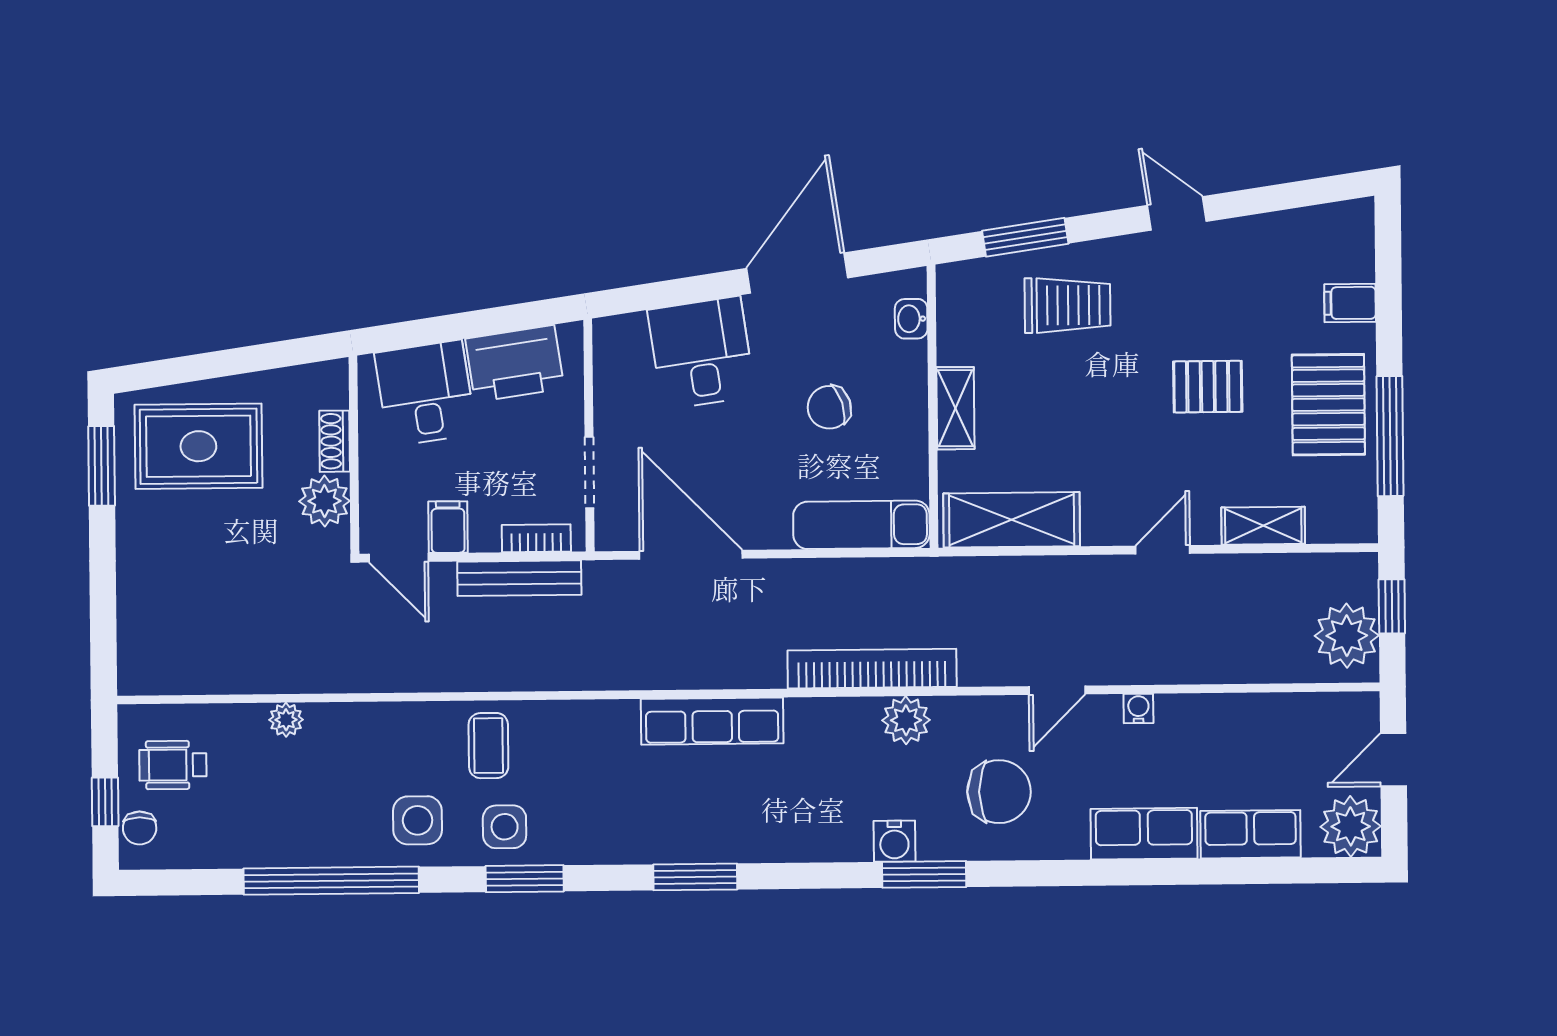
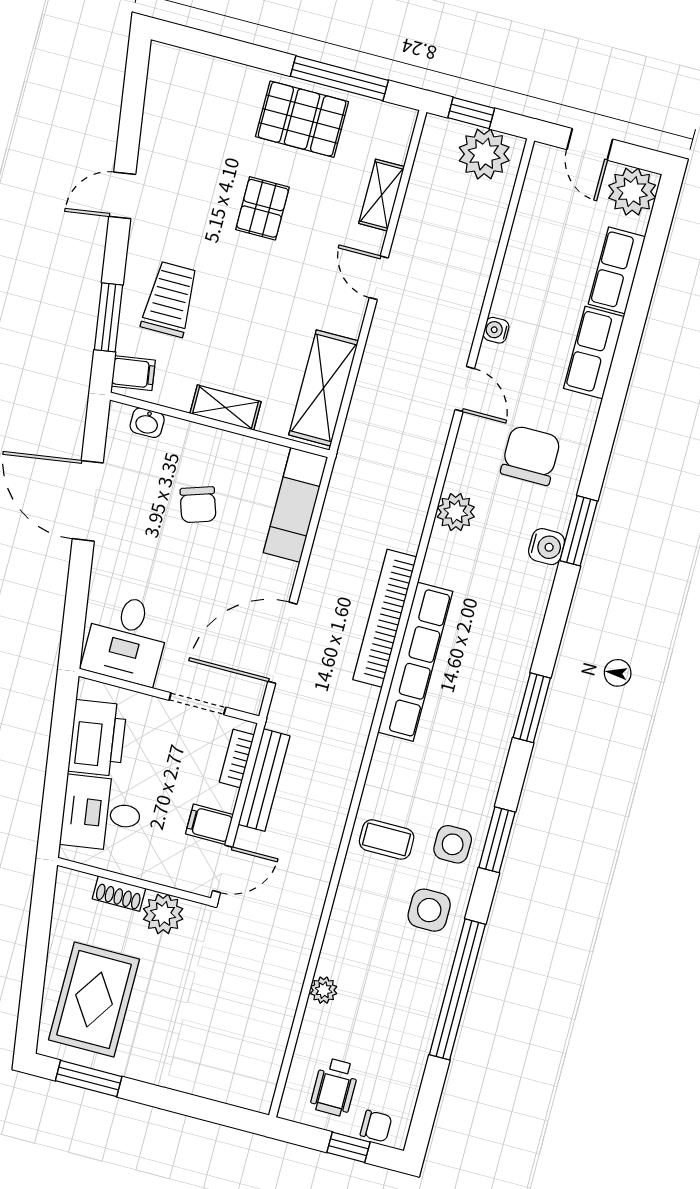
filing cabinet: (1350, 303) -> (133, 373), moved, turned -98
desk: (701, 353) -> (127, 639), moved, turned -82
bookcase: (872, 669) -> (385, 618), moved
row of seats: (712, 721) -> (415, 662), width x1.36

